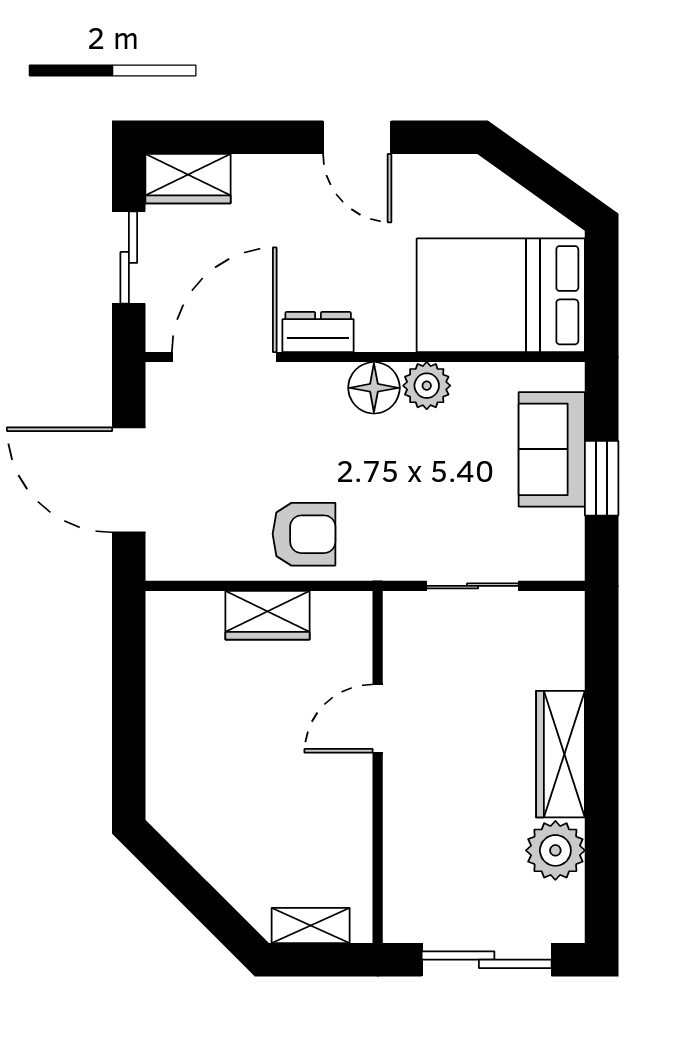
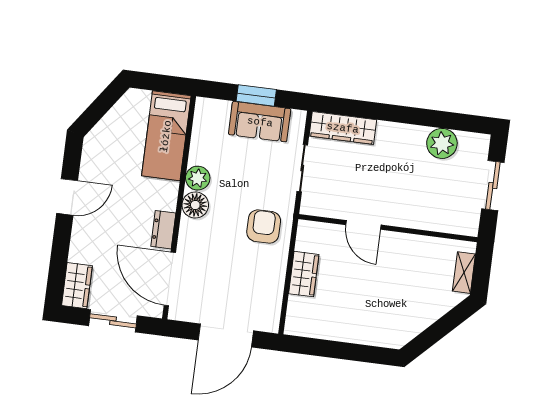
bed: (501, 295) -> (166, 136), width x0.67
sofa: (552, 449) -> (260, 122), moved
armchair: (304, 534) -> (264, 227), moved
wardrobe: (560, 754) -> (343, 128), moved
sliding door: (487, 960) -> (493, 186), width x0.73

